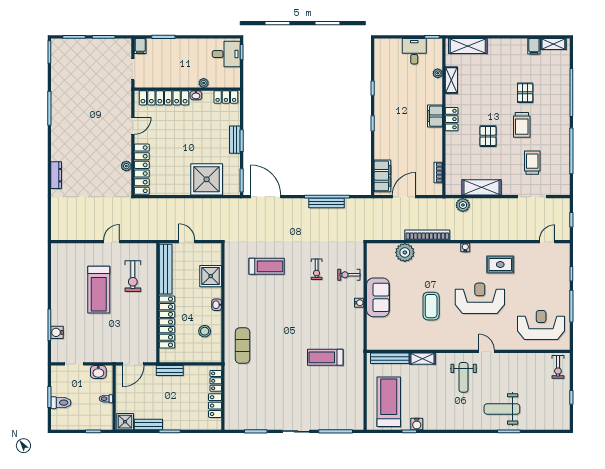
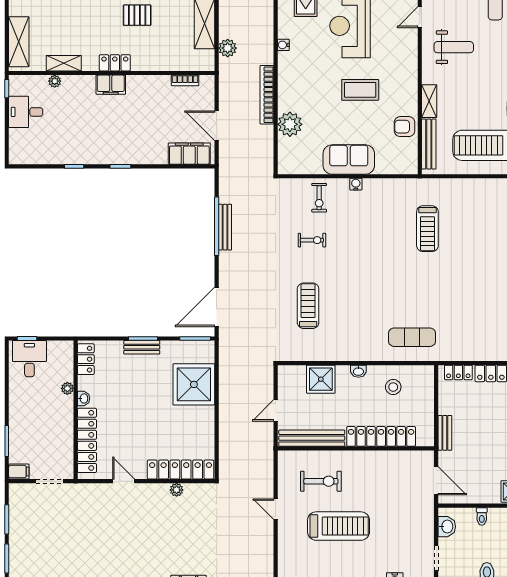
armchair: (403, 340) -> (405, 127), added

